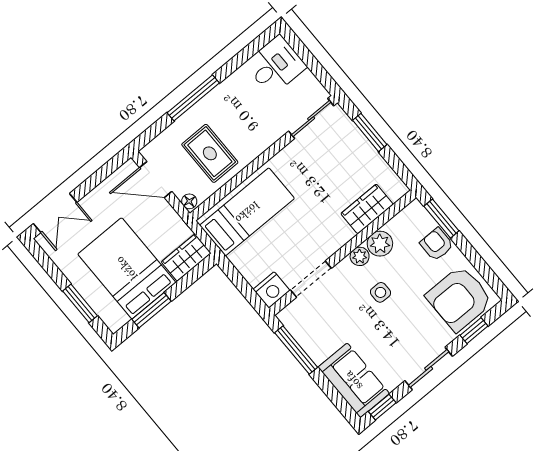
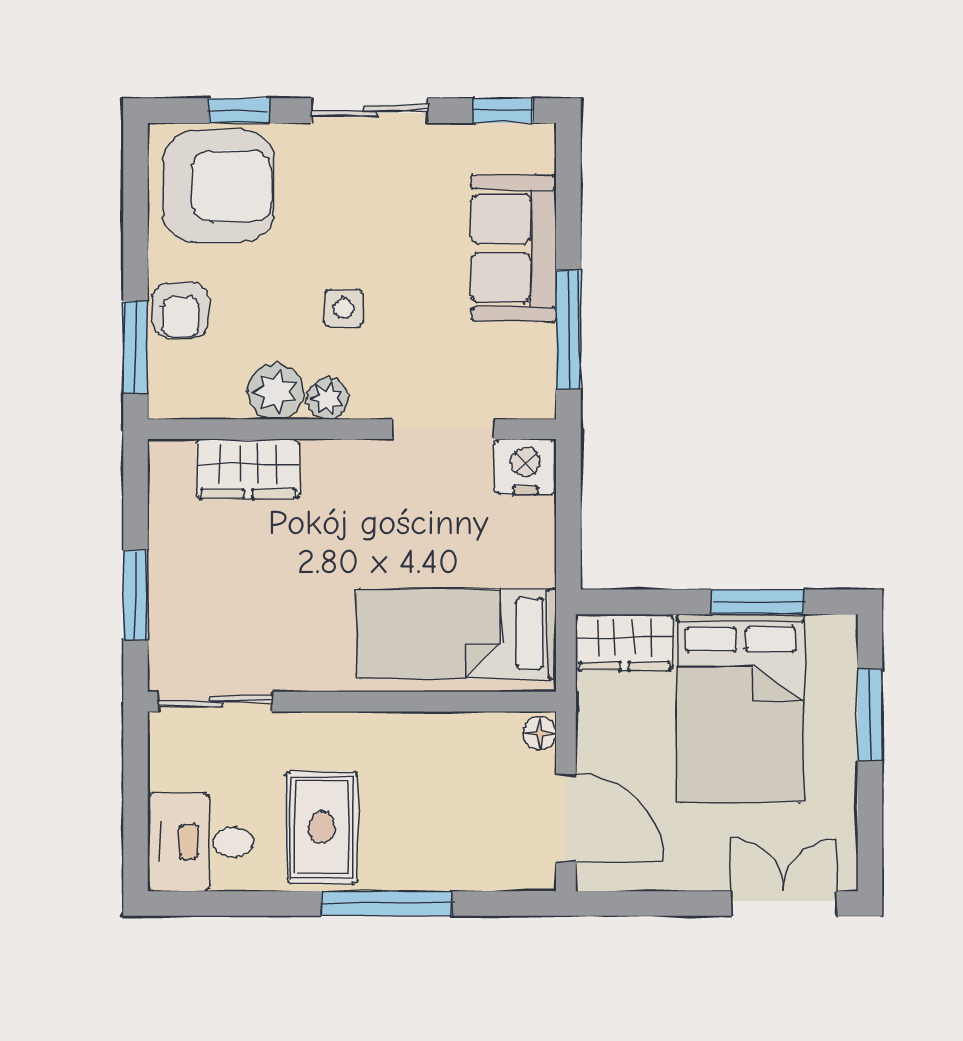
rug: (210, 153) -> (322, 827), moved
sofa: (354, 380) -> (514, 248), moved

